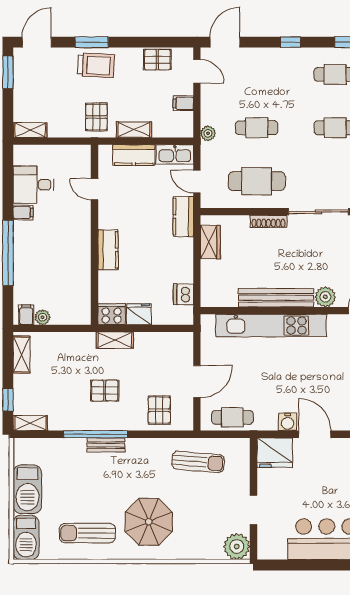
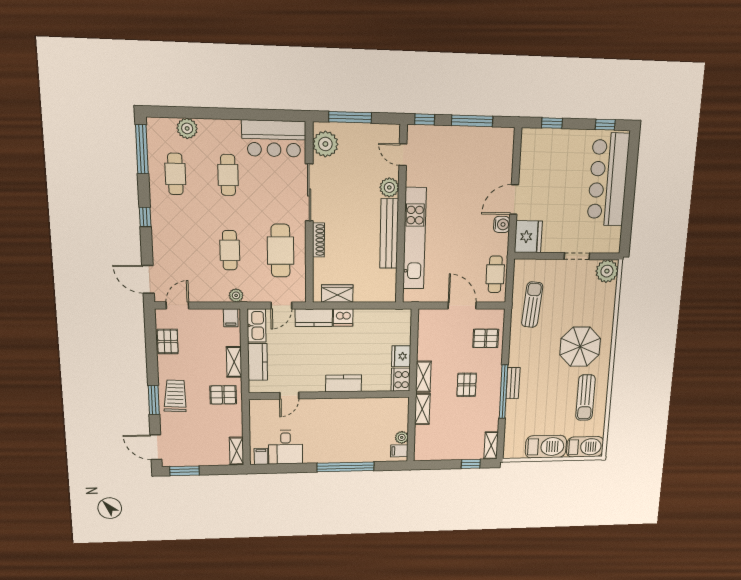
filing cabinet: (183, 103) -> (231, 318), moved
filing cabinet: (23, 212) -> (261, 456), moved
dishwasher: (184, 294) -> (343, 317), moved
shelving: (22, 355) -> (422, 409), moved, turned 90

